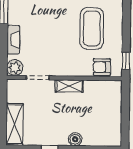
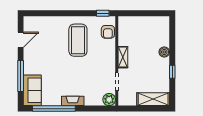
coffee table: (92, 28) -> (78, 40), turned 90
fireplace: (13, 40) -> (73, 101), moved

